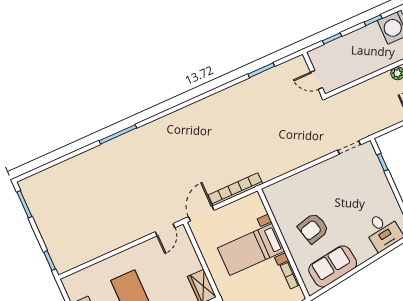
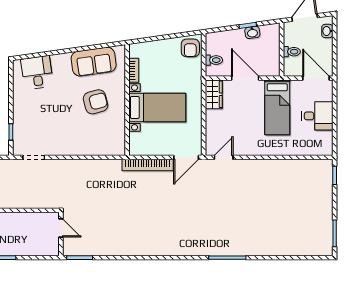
wall: (314, 74) -> (61, 234), moved
door: (317, 80) -> (61, 228), moved

